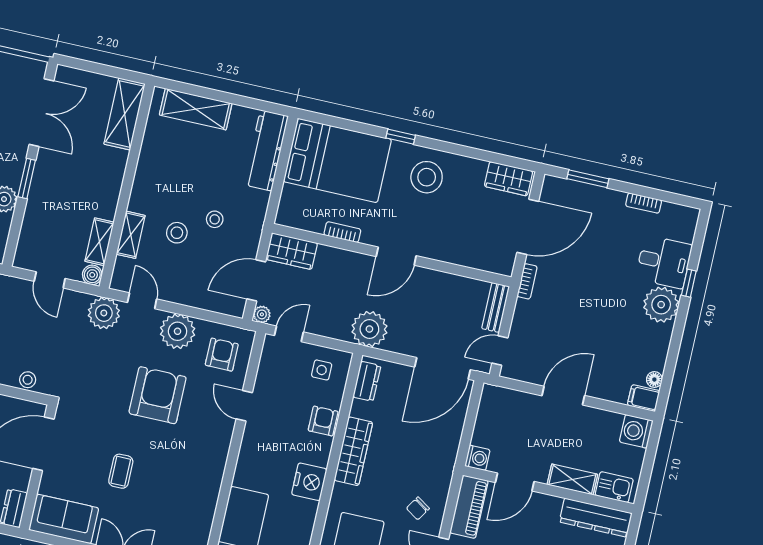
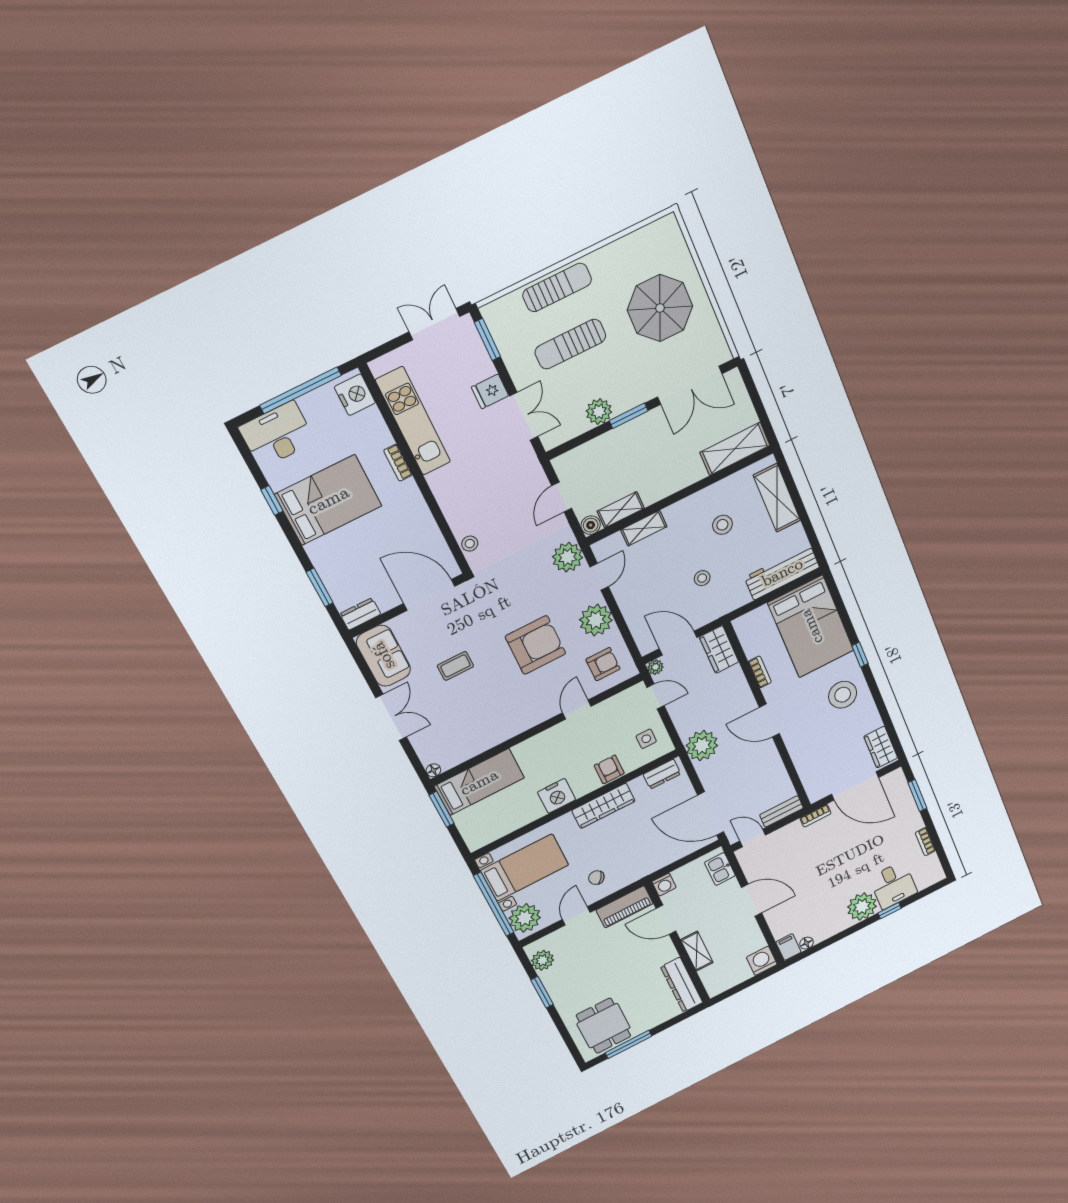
stool: (177, 233) -> (722, 525), moved
armchair: (323, 421) -> (609, 769), turned -90
kitchen sink: (614, 487) -> (720, 869), moved, turned 180

